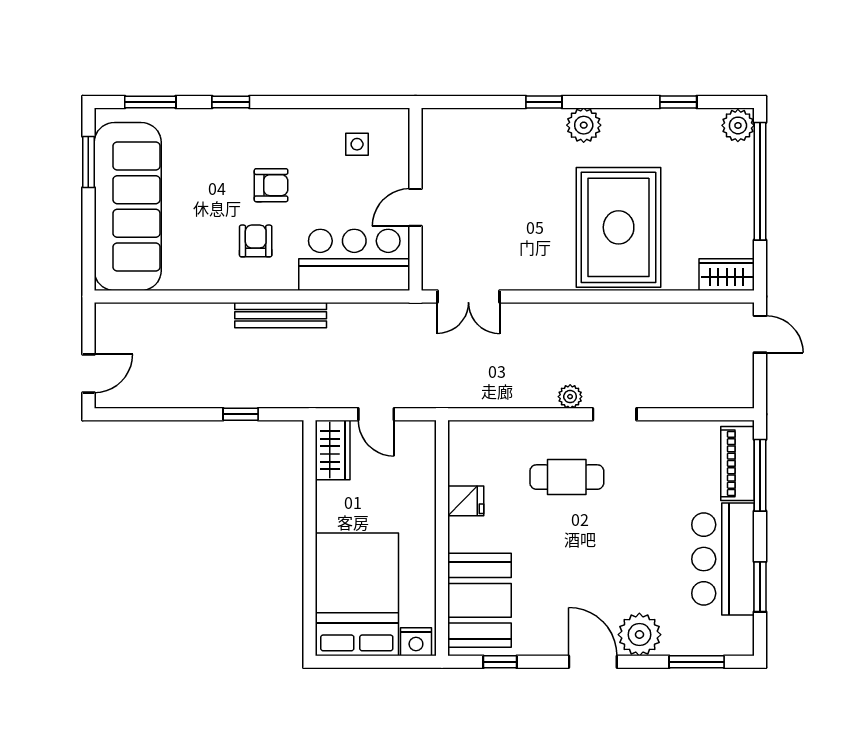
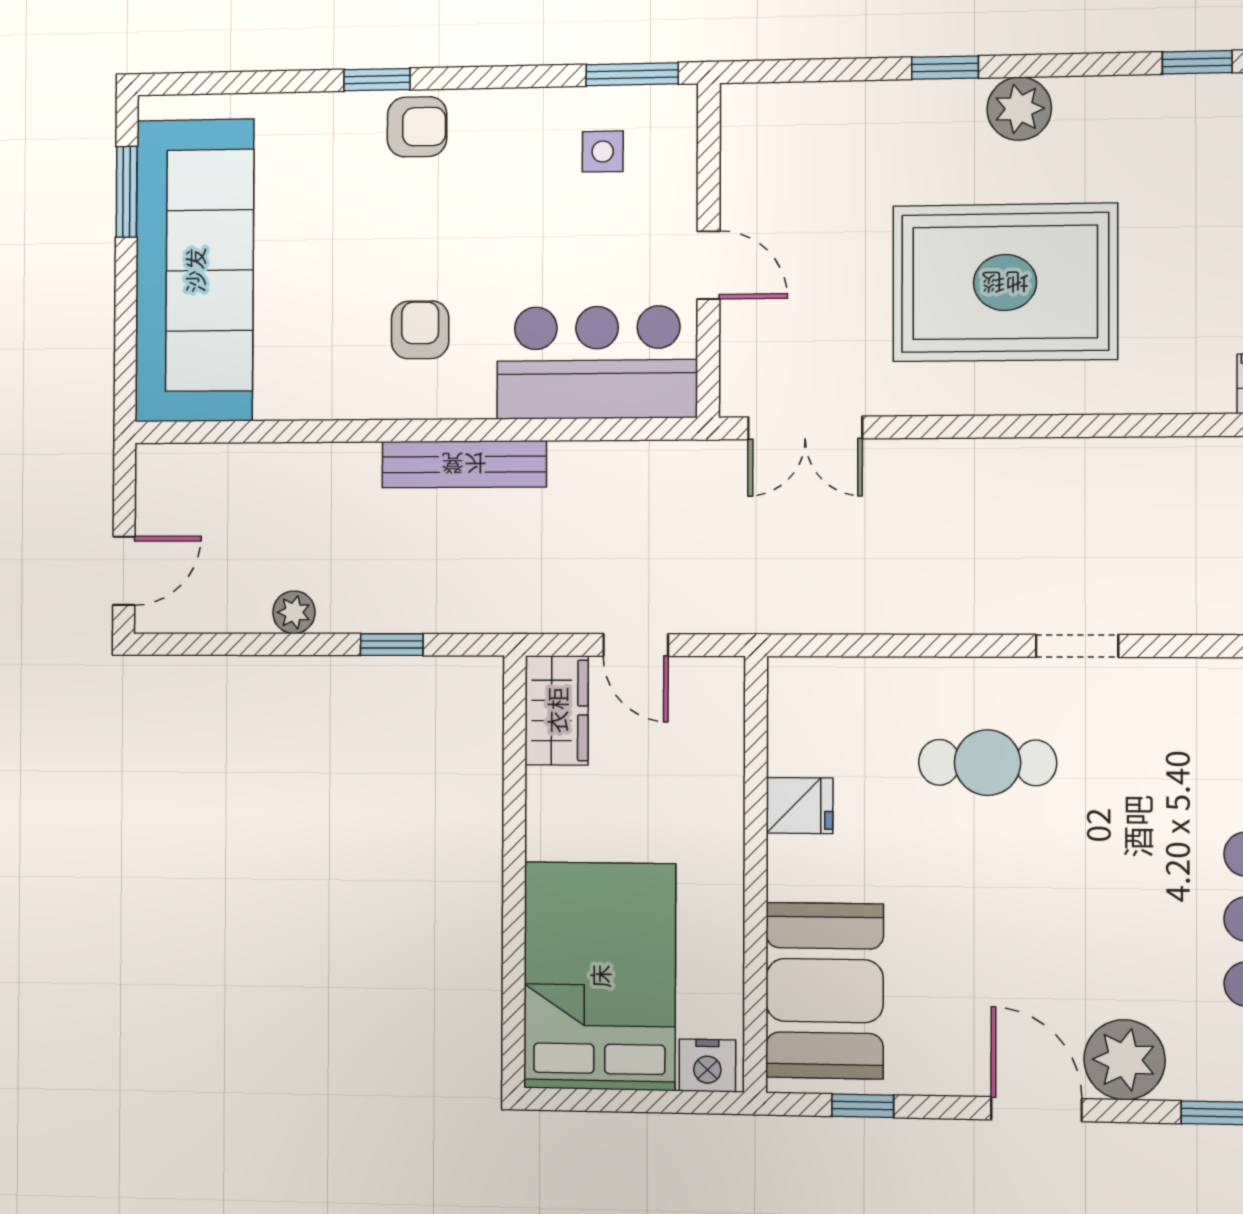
window: (150, 102) -> (632, 74), moved
armchair: (271, 185) -> (417, 127), moved
door: (415, 207) -> (708, 265), swing flipped
rug: (619, 227) -> (1005, 283), moved, turned 90
plant: (570, 397) -> (294, 612), moved

